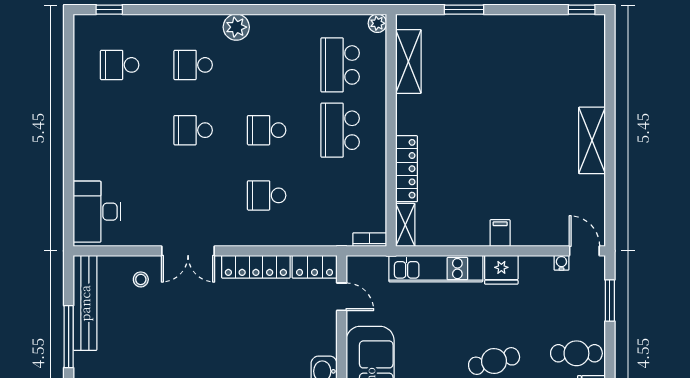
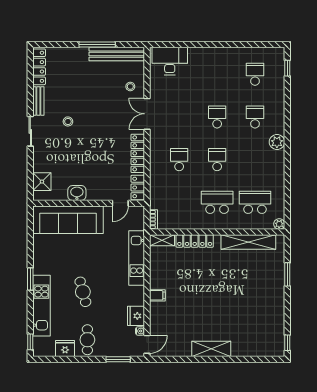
shelving: (408, 62) -> (248, 242), width x1.47
fridge: (501, 270) -> (136, 316), moved

